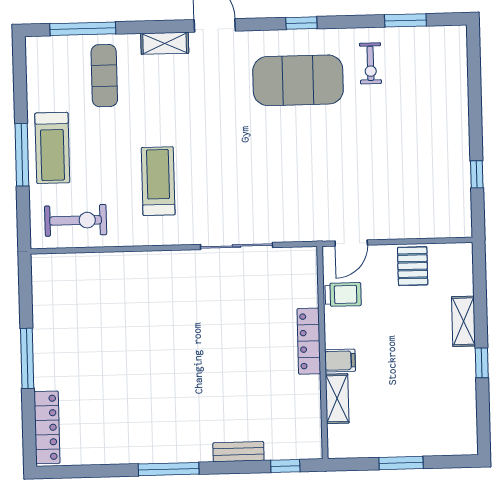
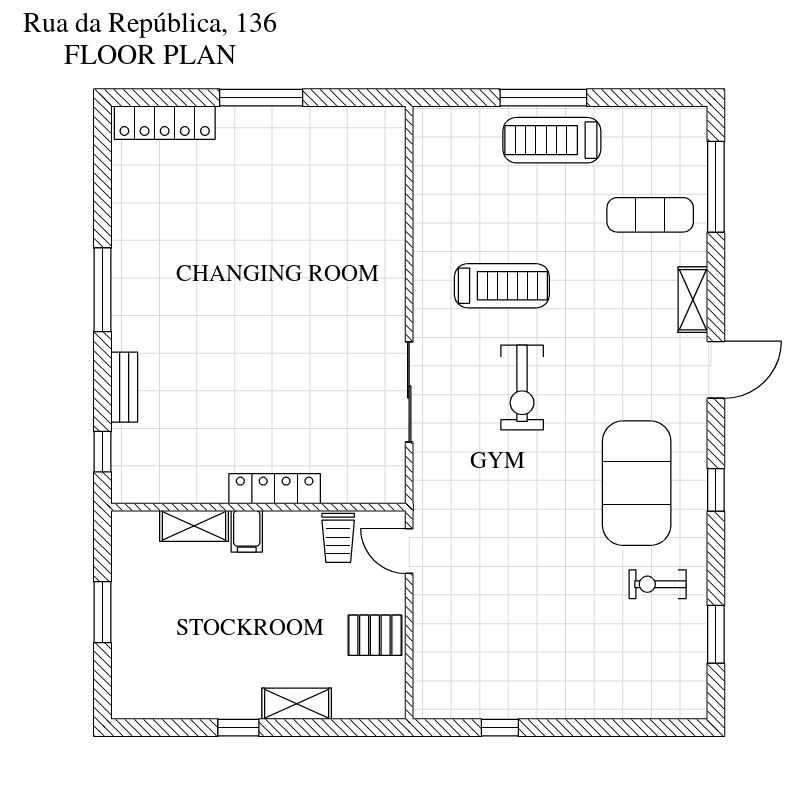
exercise bike: (76, 220) -> (522, 387), moved

